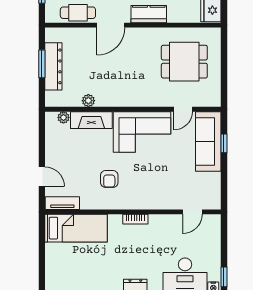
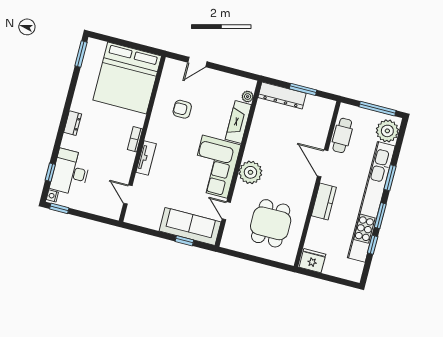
dresser: (53, 66) -> (282, 95), moved
plant: (88, 101) -> (250, 172), moved, width x1.87, depth x1.87
armchair: (109, 179) -> (182, 109), moved
tv unit: (62, 203) -> (146, 158), moved
bed: (76, 228) -> (127, 78), width x2.04

